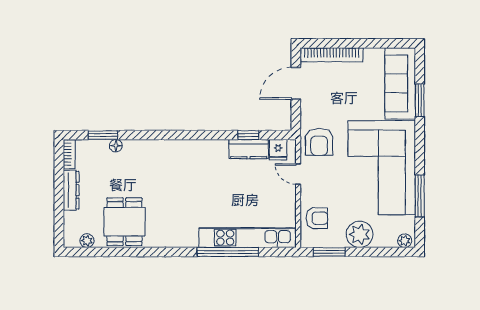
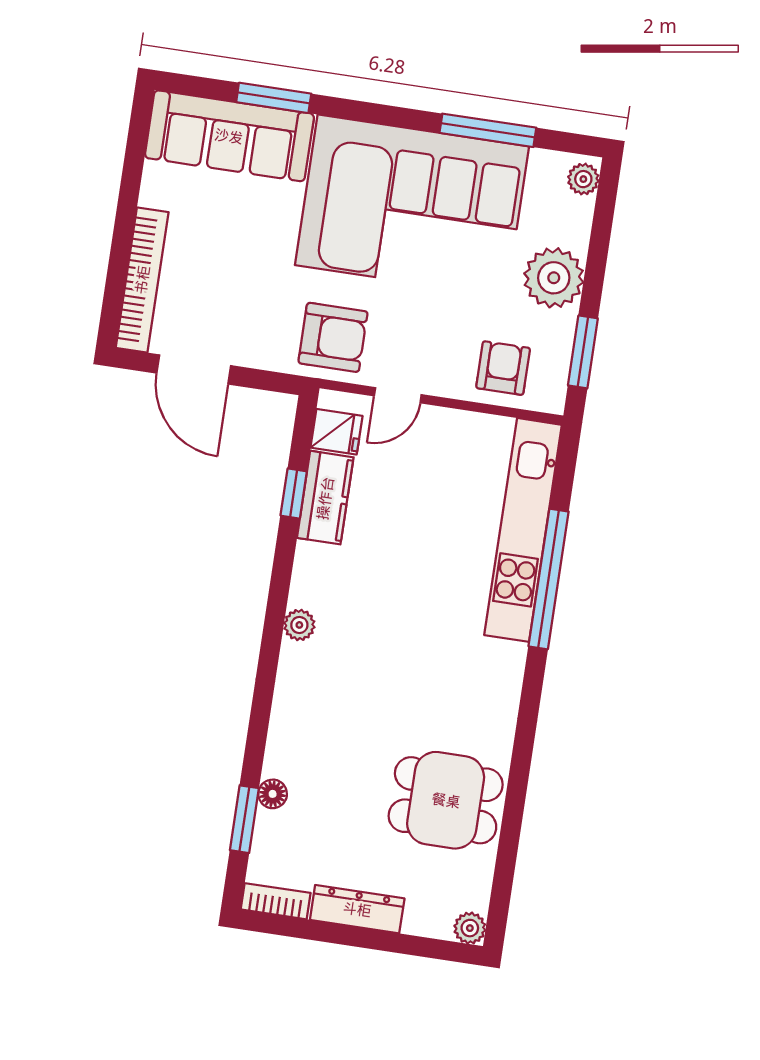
plant: (191, 146) -> (299, 625), added
plant: (87, 241) -> (470, 928), moved

